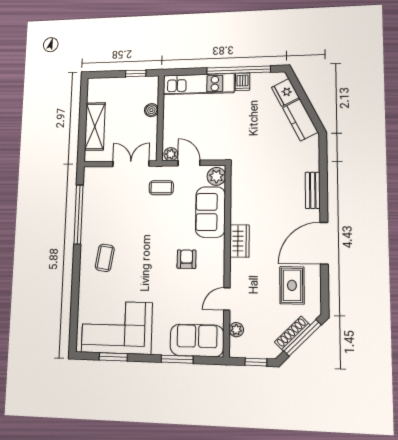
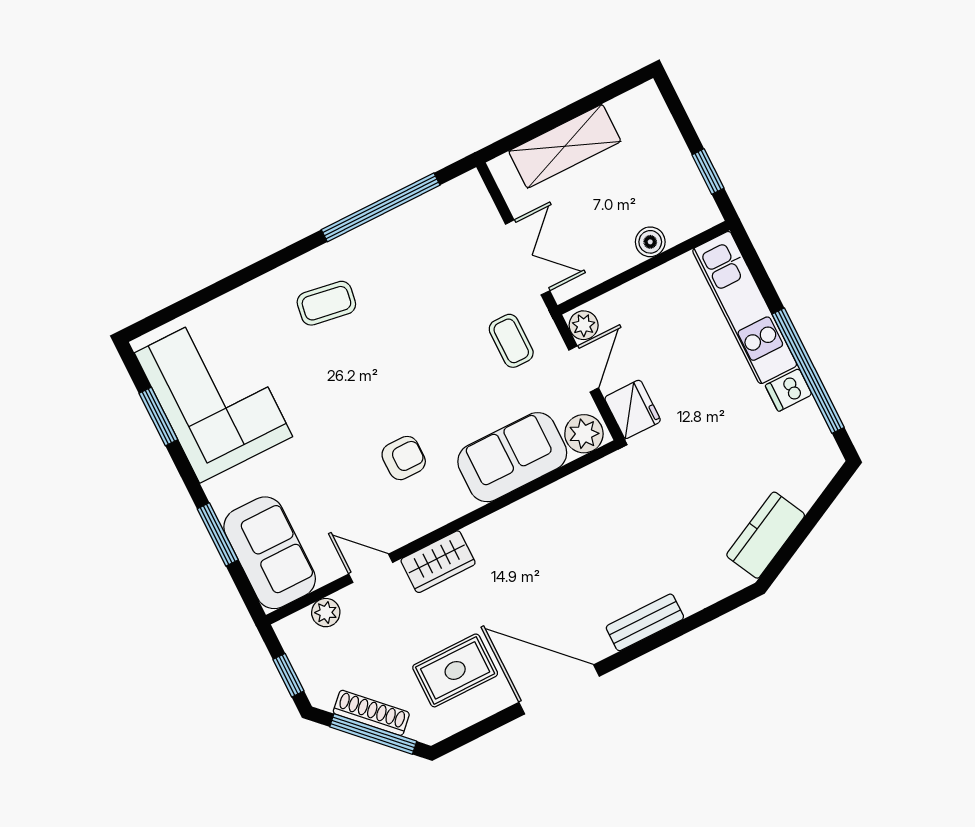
fridge: (285, 92) -> (633, 409), moved, turned 117
wardrobe: (239, 241) -> (438, 562), moved

